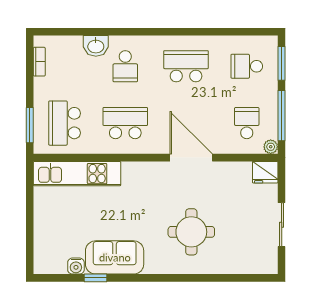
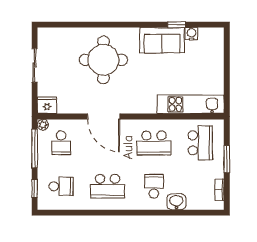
window: (282, 63) -> (35, 189), width x0.67
window: (30, 125) -> (227, 159), moved
round table: (191, 232) -> (103, 60), width x1.36, depth x1.36

